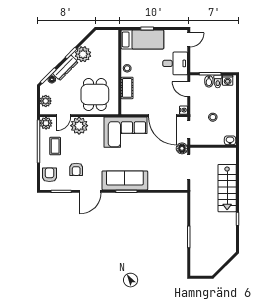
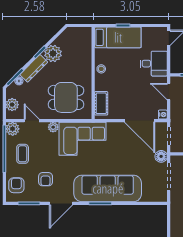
cot: (127, 88) -> (101, 103), moved
dining table: (95, 94) -> (66, 97), turned 90
door: (64, 116) -> (32, 121), swing flipped
plant: (79, 126) -> (53, 127), width x0.53, depth x0.53
corner sofa: (125, 132) -> (83, 139), moved
sofa: (125, 180) -> (108, 188), width x1.36, depth x1.27

